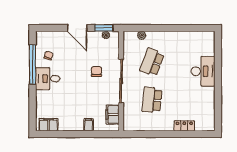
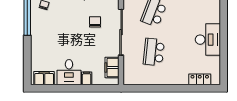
desk: (203, 71) -> (208, 40), moved
desk: (48, 79) -> (69, 72), moved, turned -90
locker: (184, 126) -> (200, 79), moved

